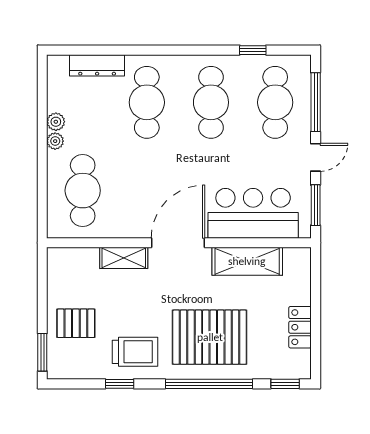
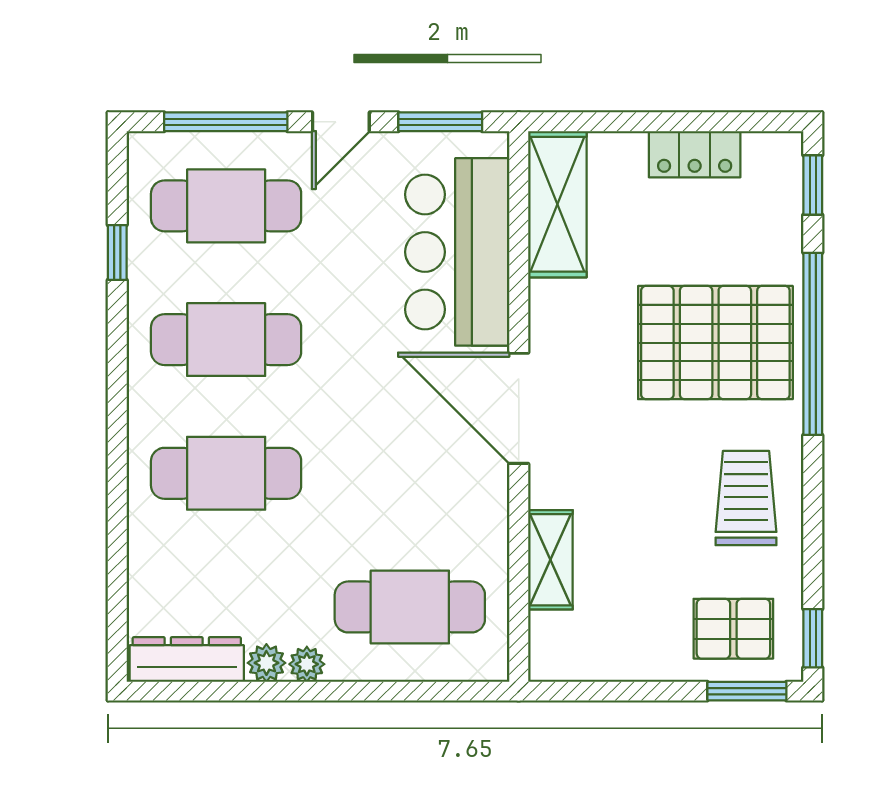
dresser: (97, 65) -> (187, 659), moved, turned -90
door: (316, 157) -> (341, 122), swing flipped
shelving: (124, 258) -> (550, 560), moved
shelving: (247, 261) -> (557, 204), moved
pallet: (76, 323) -> (733, 629), moved, turned 90
pallet: (210, 337) -> (715, 343), turned 90
window: (120, 384) -> (813, 638), moved

